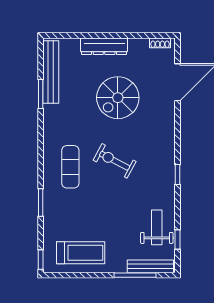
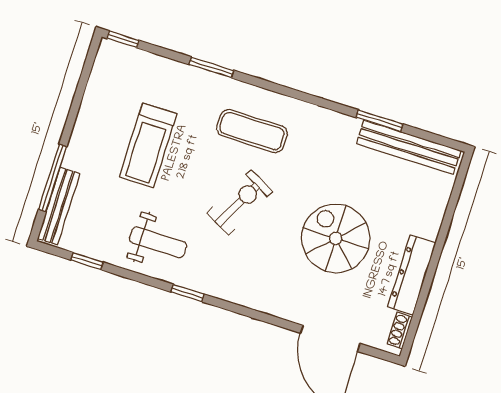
dresser: (104, 46) -> (412, 275), moved
weight bench: (157, 227) -> (158, 242), moved
treadmill: (81, 253) -> (148, 145), moved

